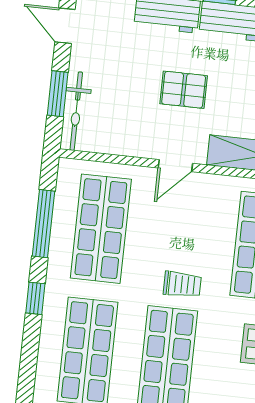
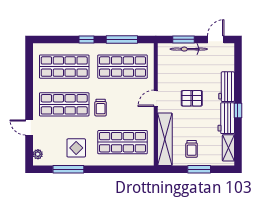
pallet: (184, 90) -> (192, 98), turned 90
bicycle: (76, 111) -> (189, 49), moved
door: (175, 166) -> (156, 98), hinge flipped

